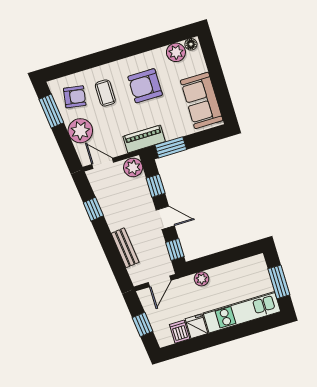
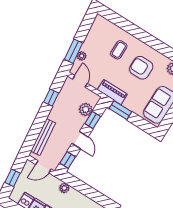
armchair: (75, 97) -> (103, 35), removed
window: (51, 111) -> (74, 51), moved
plant: (80, 131) -> (82, 56), width x0.53, depth x0.53
plant: (133, 167) -> (86, 109), moved
bench: (125, 248) -> (43, 137), width x1.36

